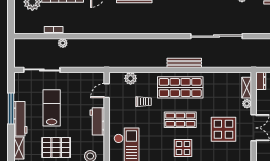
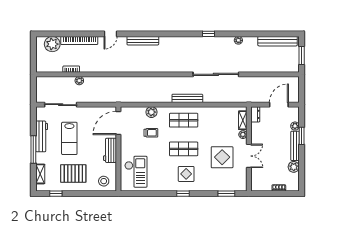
plant: (131, 78) -> (151, 112), moved
shop shelf: (180, 87) -> (184, 120), width x0.70, depth x0.74
door: (107, 91) -> (118, 123), width x1.87
lab bench: (52, 108) -> (69, 138), turned 180
window: (11, 109) -> (33, 150), moved
workbench: (20, 119) -> (42, 136), moved

